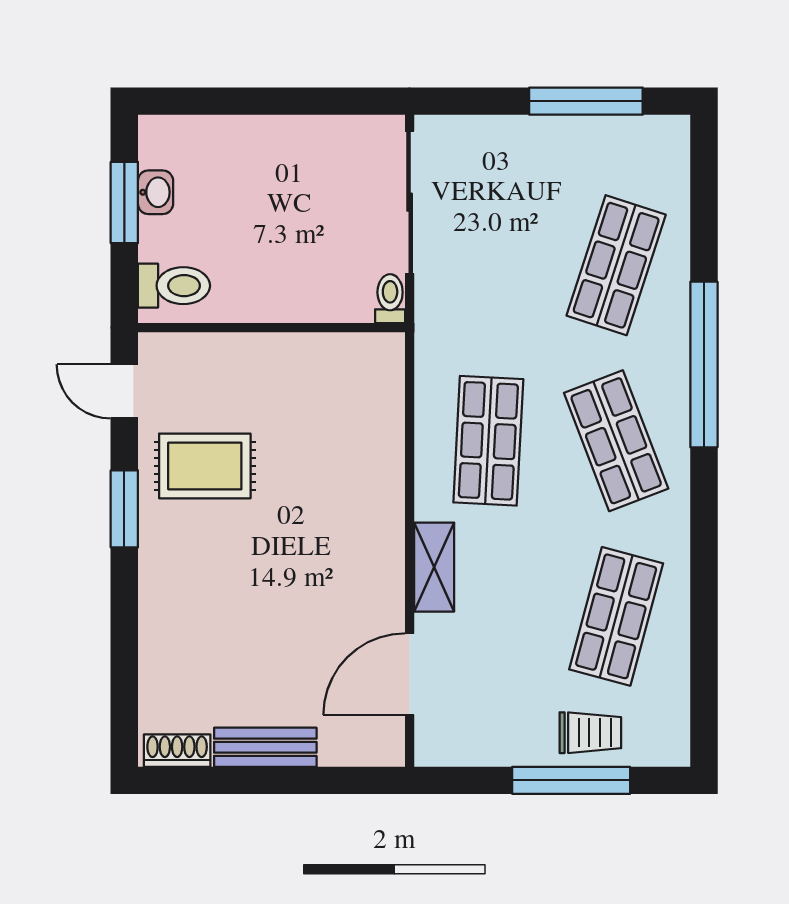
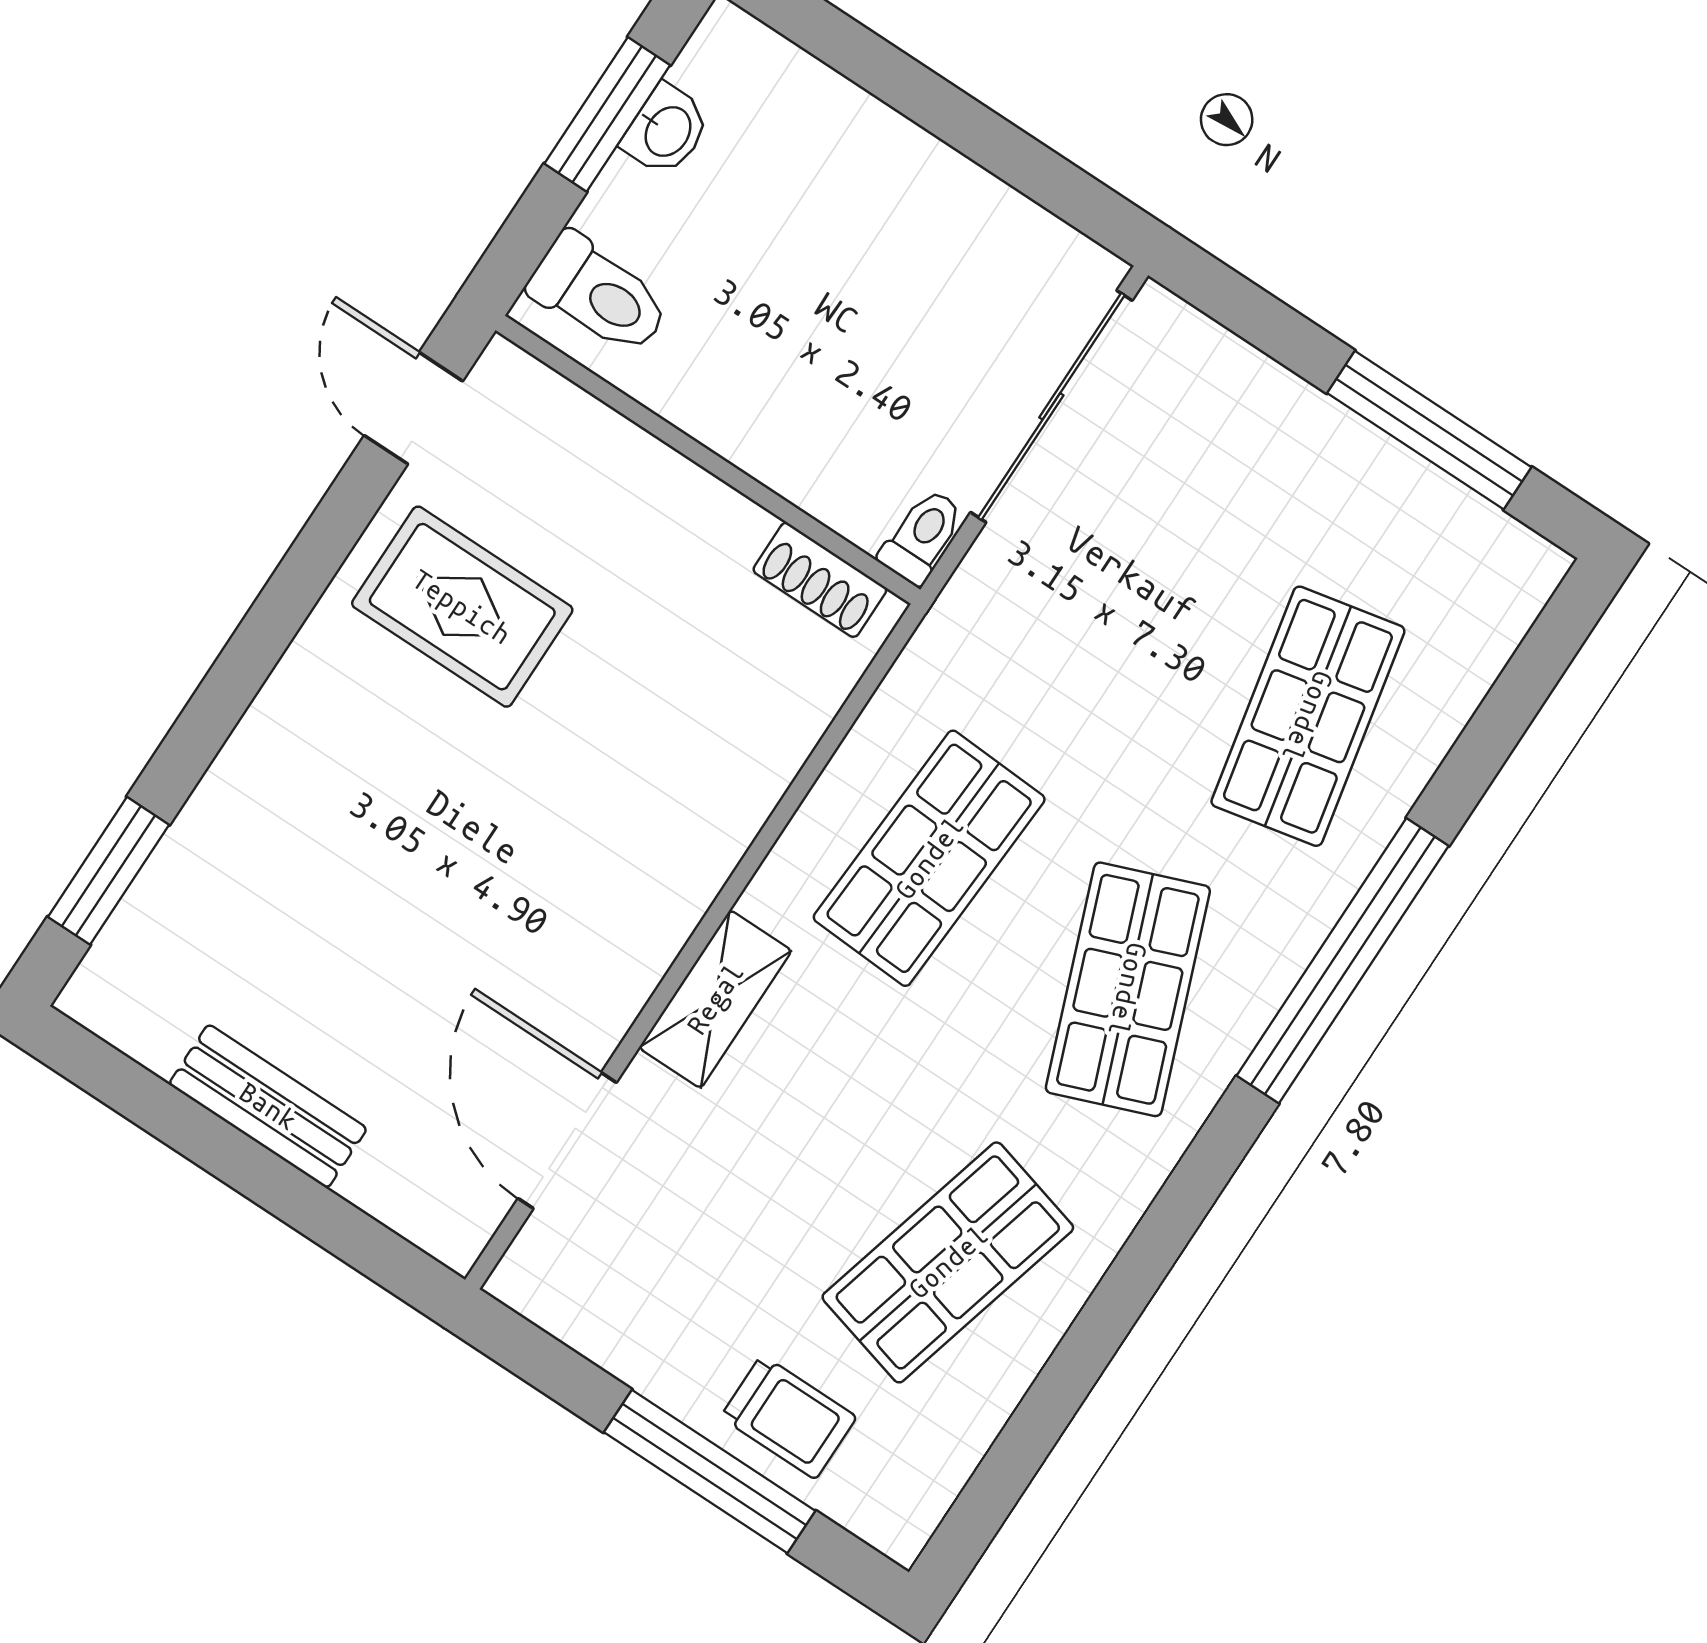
shop shelf: (616, 265) -> (1308, 716), turned -30
window: (124, 509) -> (108, 871), moved
door: (410, 674) -> (567, 1140), hinge flipped
shoe rack: (177, 751) -> (820, 580), moved, turned 180

